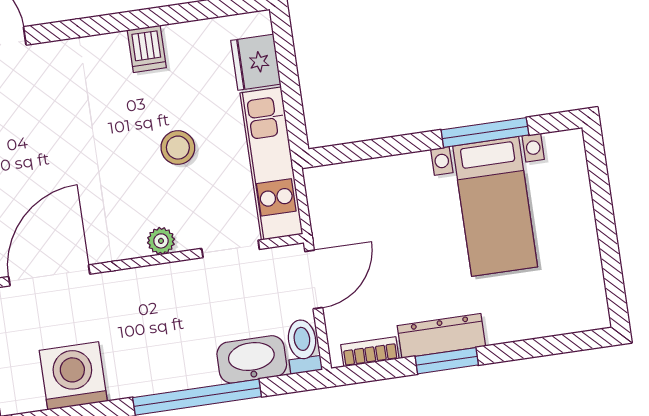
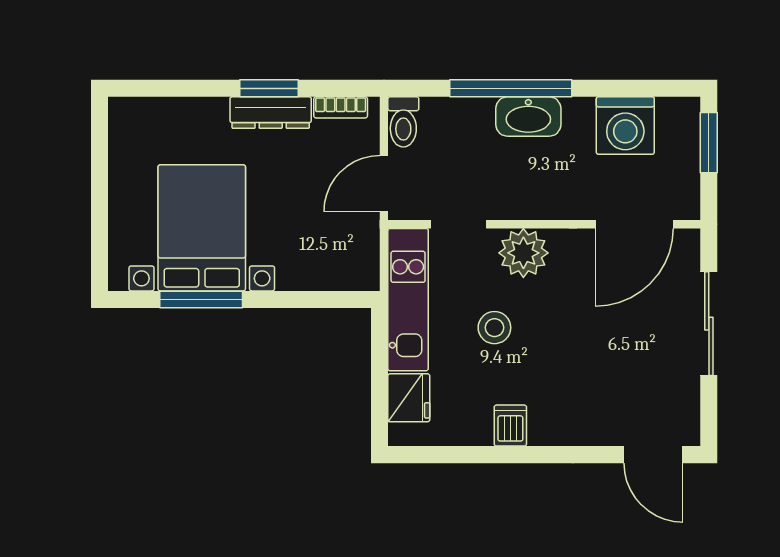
bed with nightstands: (495, 206) -> (202, 228), width x1.36
plant: (161, 241) -> (523, 253), width x1.87, depth x1.87
washbasin: (252, 359) -> (528, 117), moved

